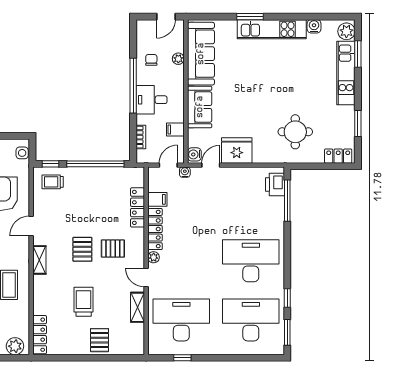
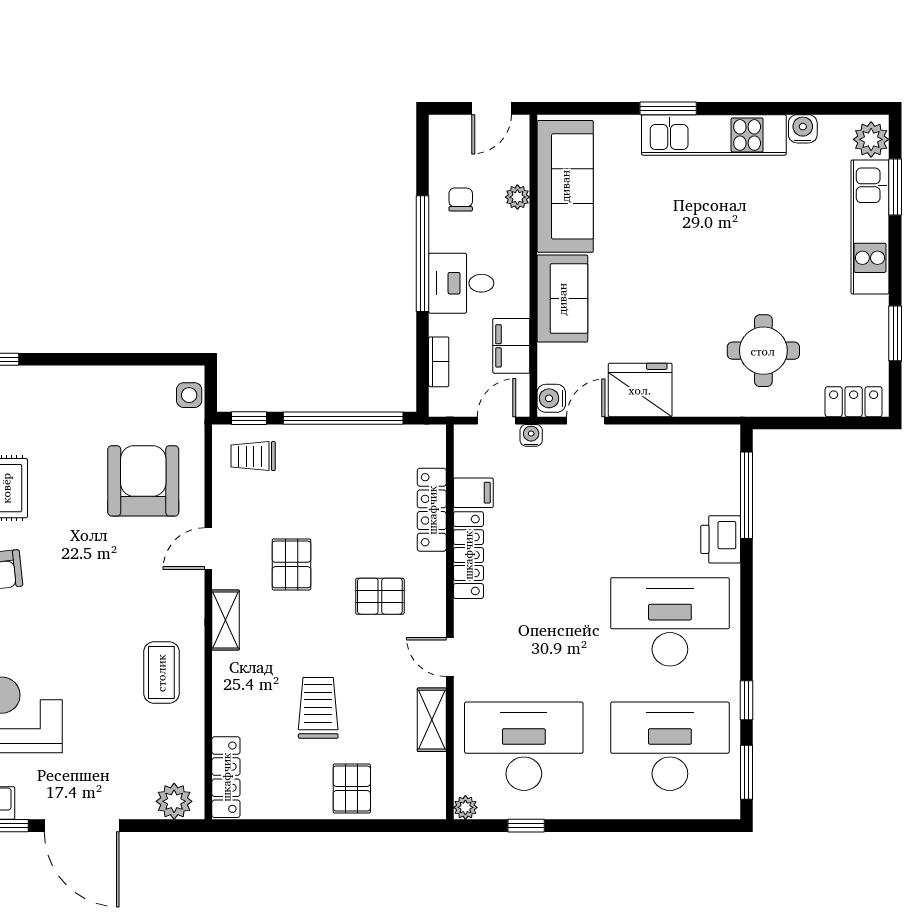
filing cabinet: (175, 130) -> (511, 346), width x2.00
printer: (275, 184) -> (721, 539), moved
pallet: (82, 249) -> (291, 564), moved
plant: (154, 257) -> (465, 807), moved

